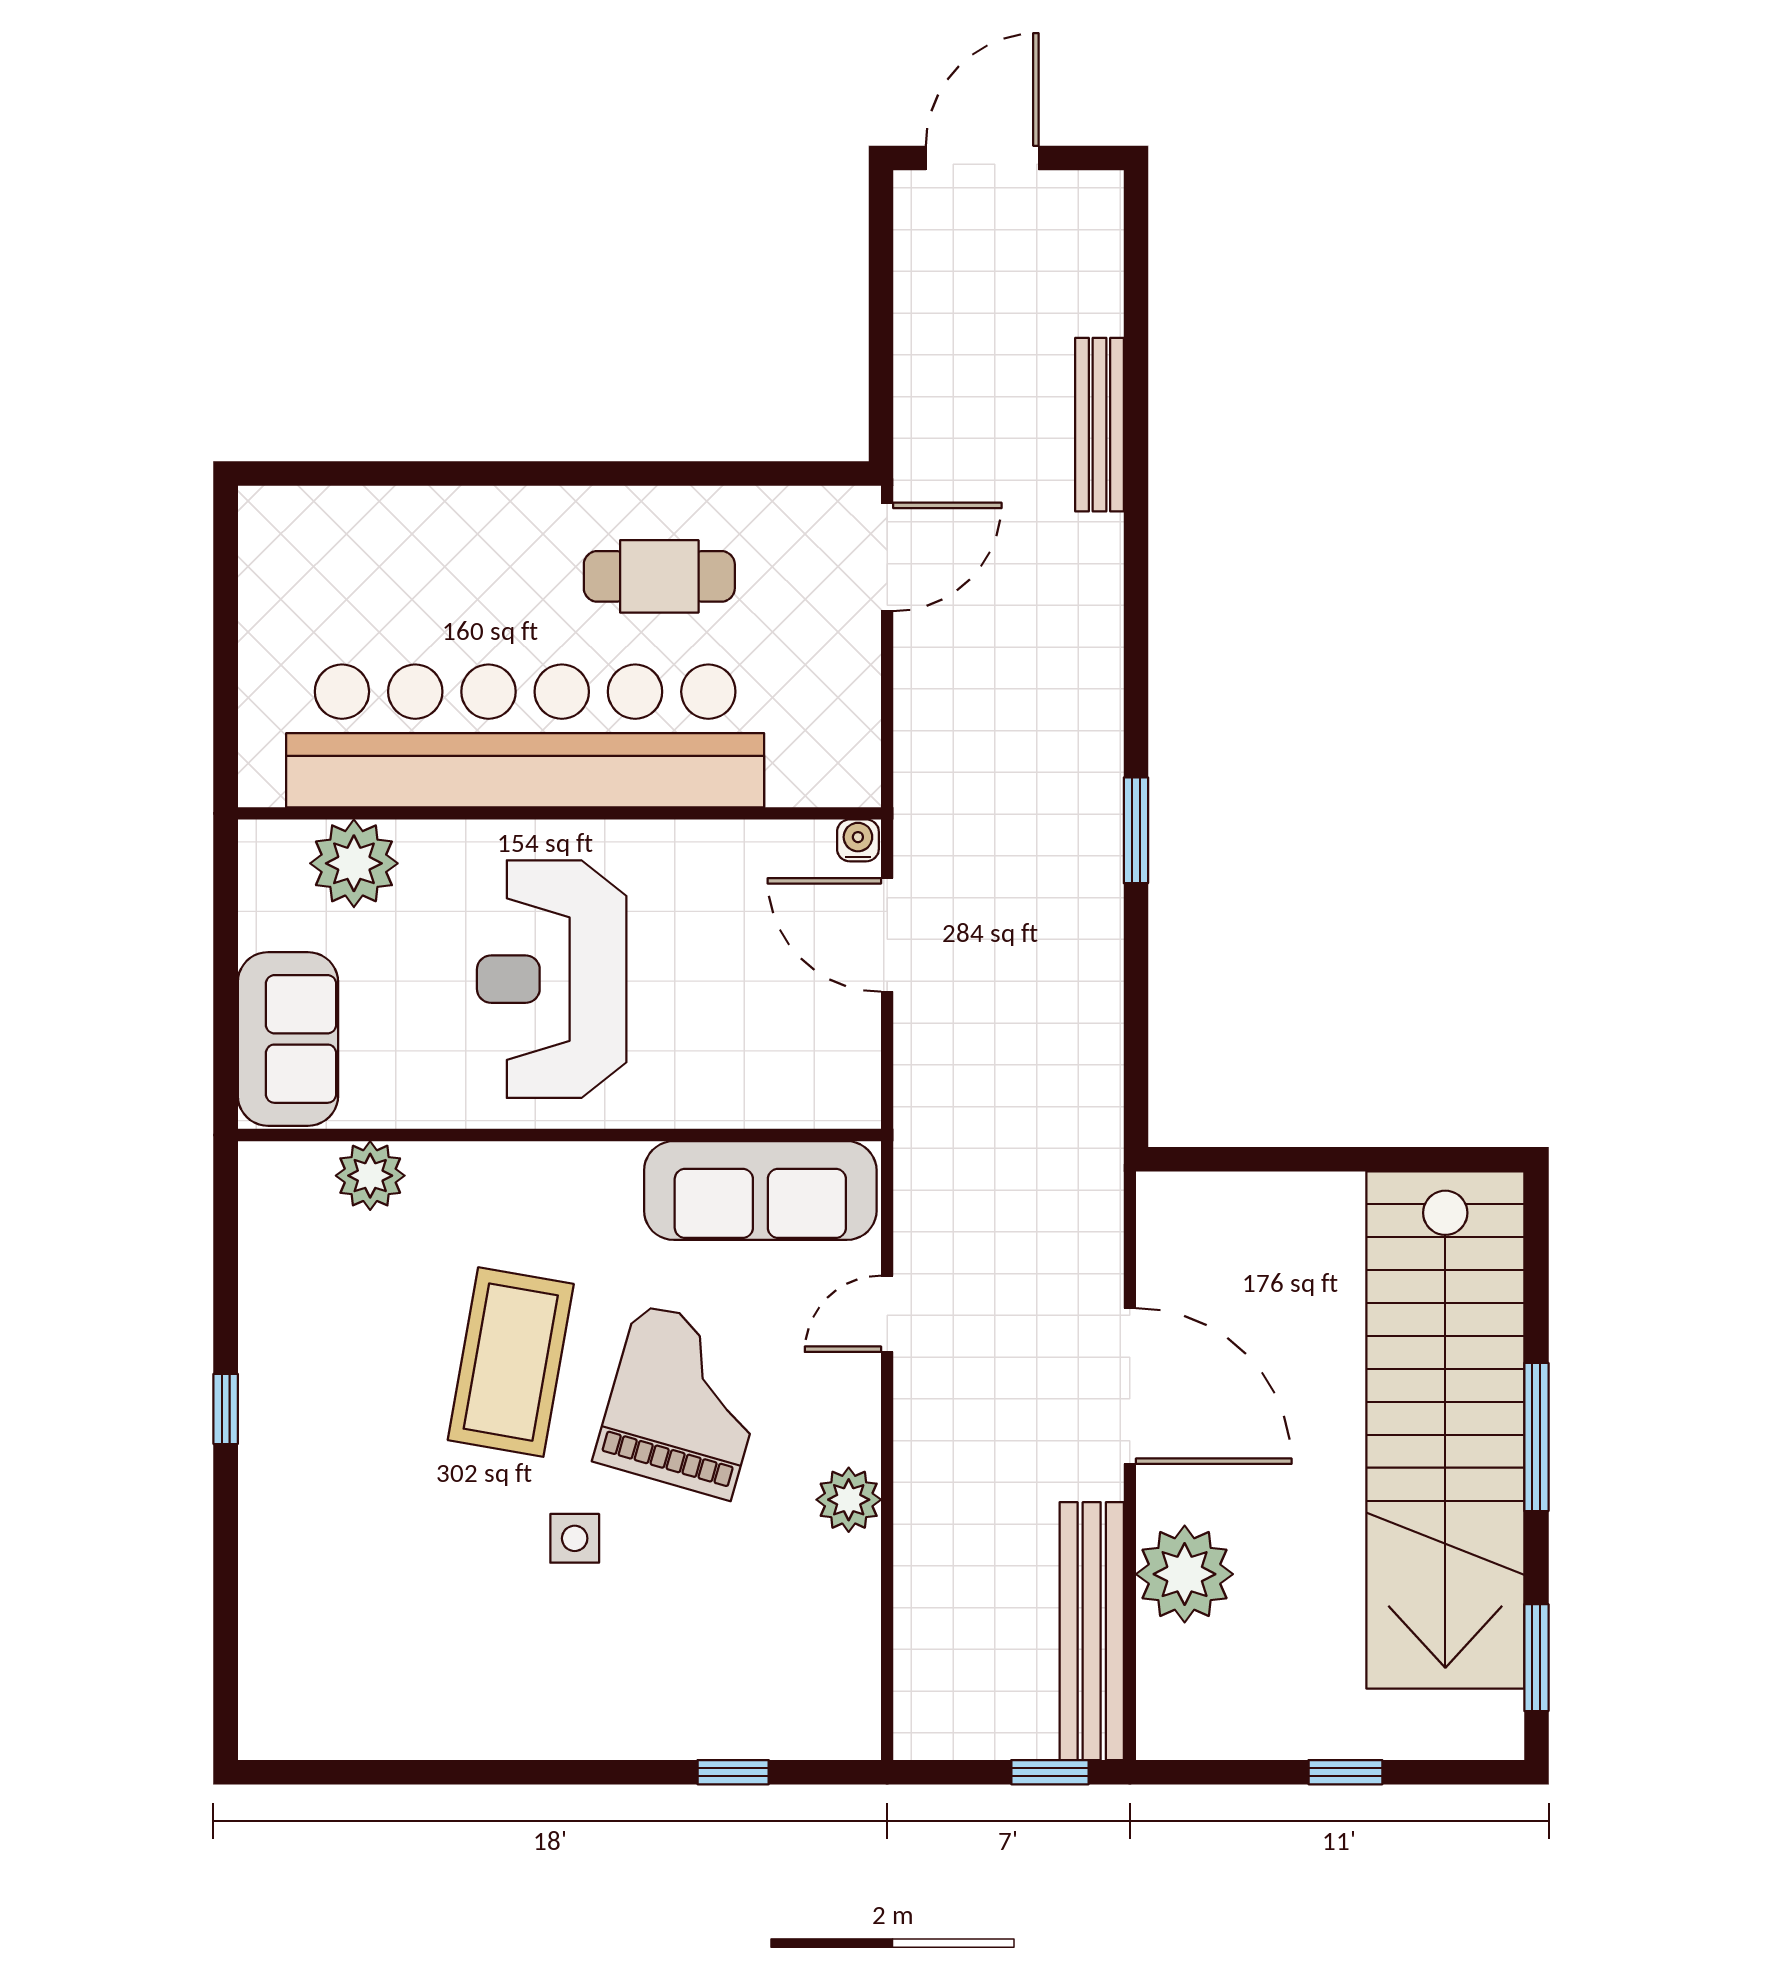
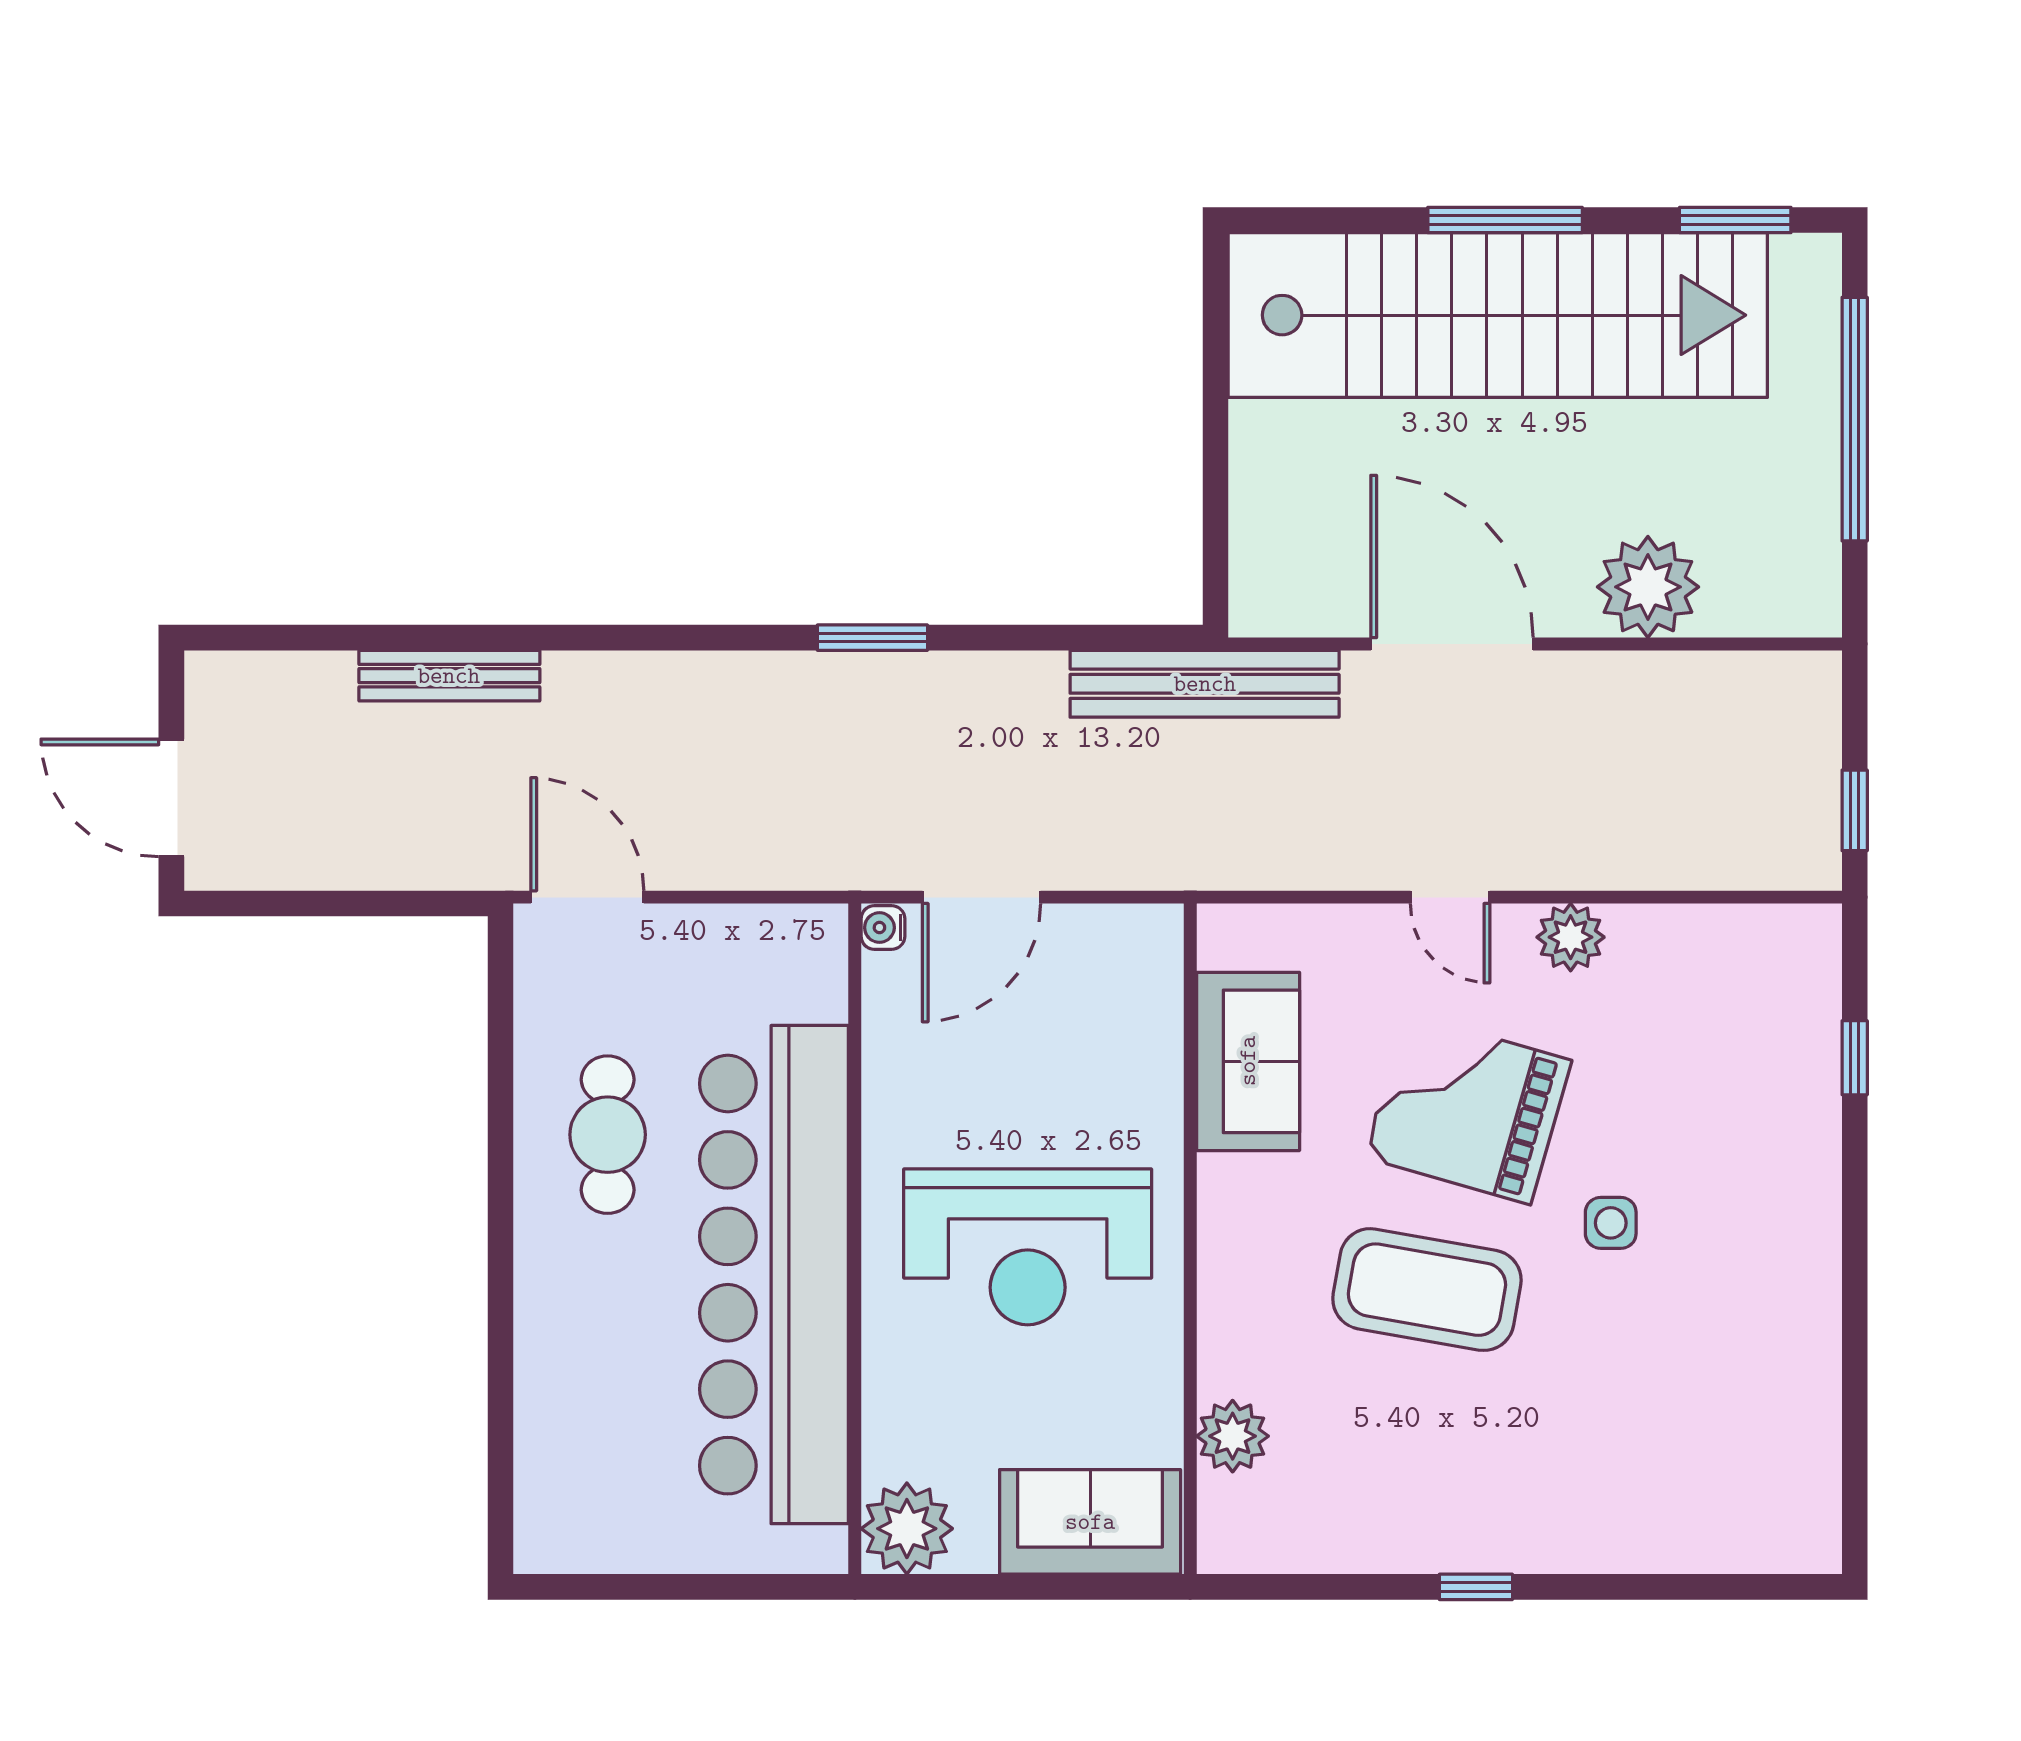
plant: (354, 863) -> (907, 1529), moved
sofa: (760, 1191) -> (1248, 1061), width x0.73
door: (887, 1314) -> (1450, 897), moved
door: (1130, 1386) -> (1452, 644), hinge flipped
bench: (1092, 1631) -> (1205, 684), moved
window: (1050, 1772) -> (1855, 810), moved
window: (1345, 1772) -> (1855, 419), width x3.17

